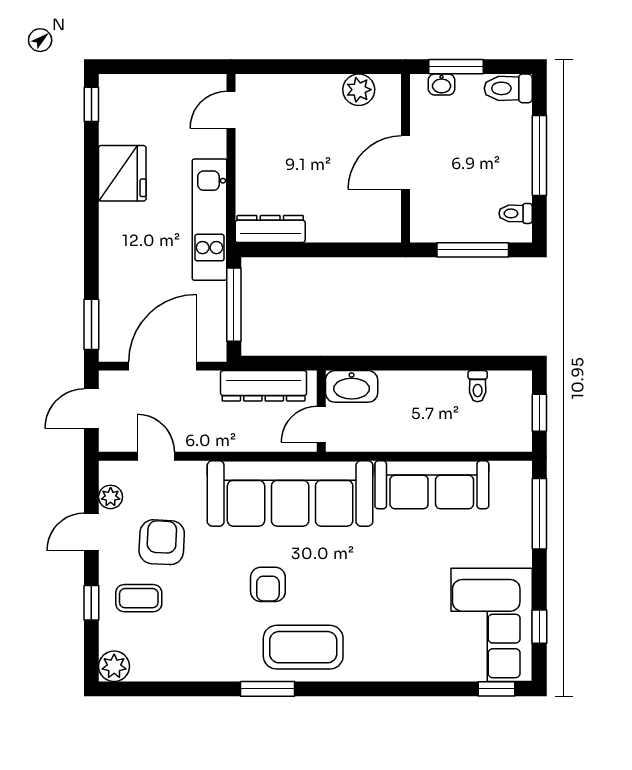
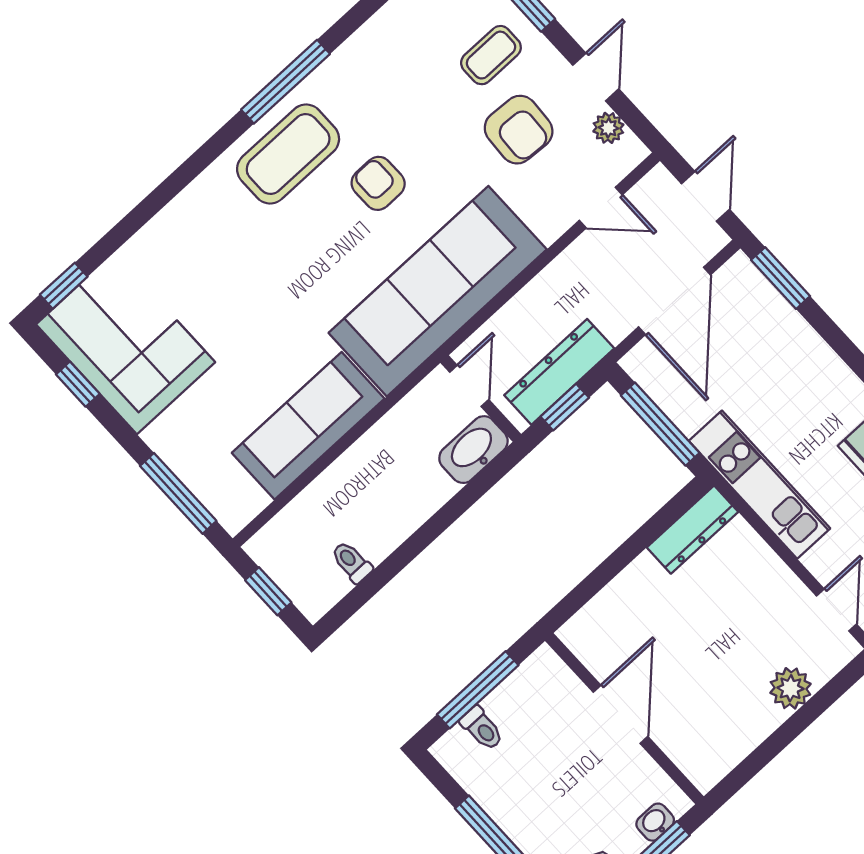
plant: (359, 90) -> (790, 688), moved
toilet: (516, 213) -> (482, 728), moved, turned 90
window: (279, 363) -> (565, 407), added
window: (267, 689) -> (286, 82), width x1.44

